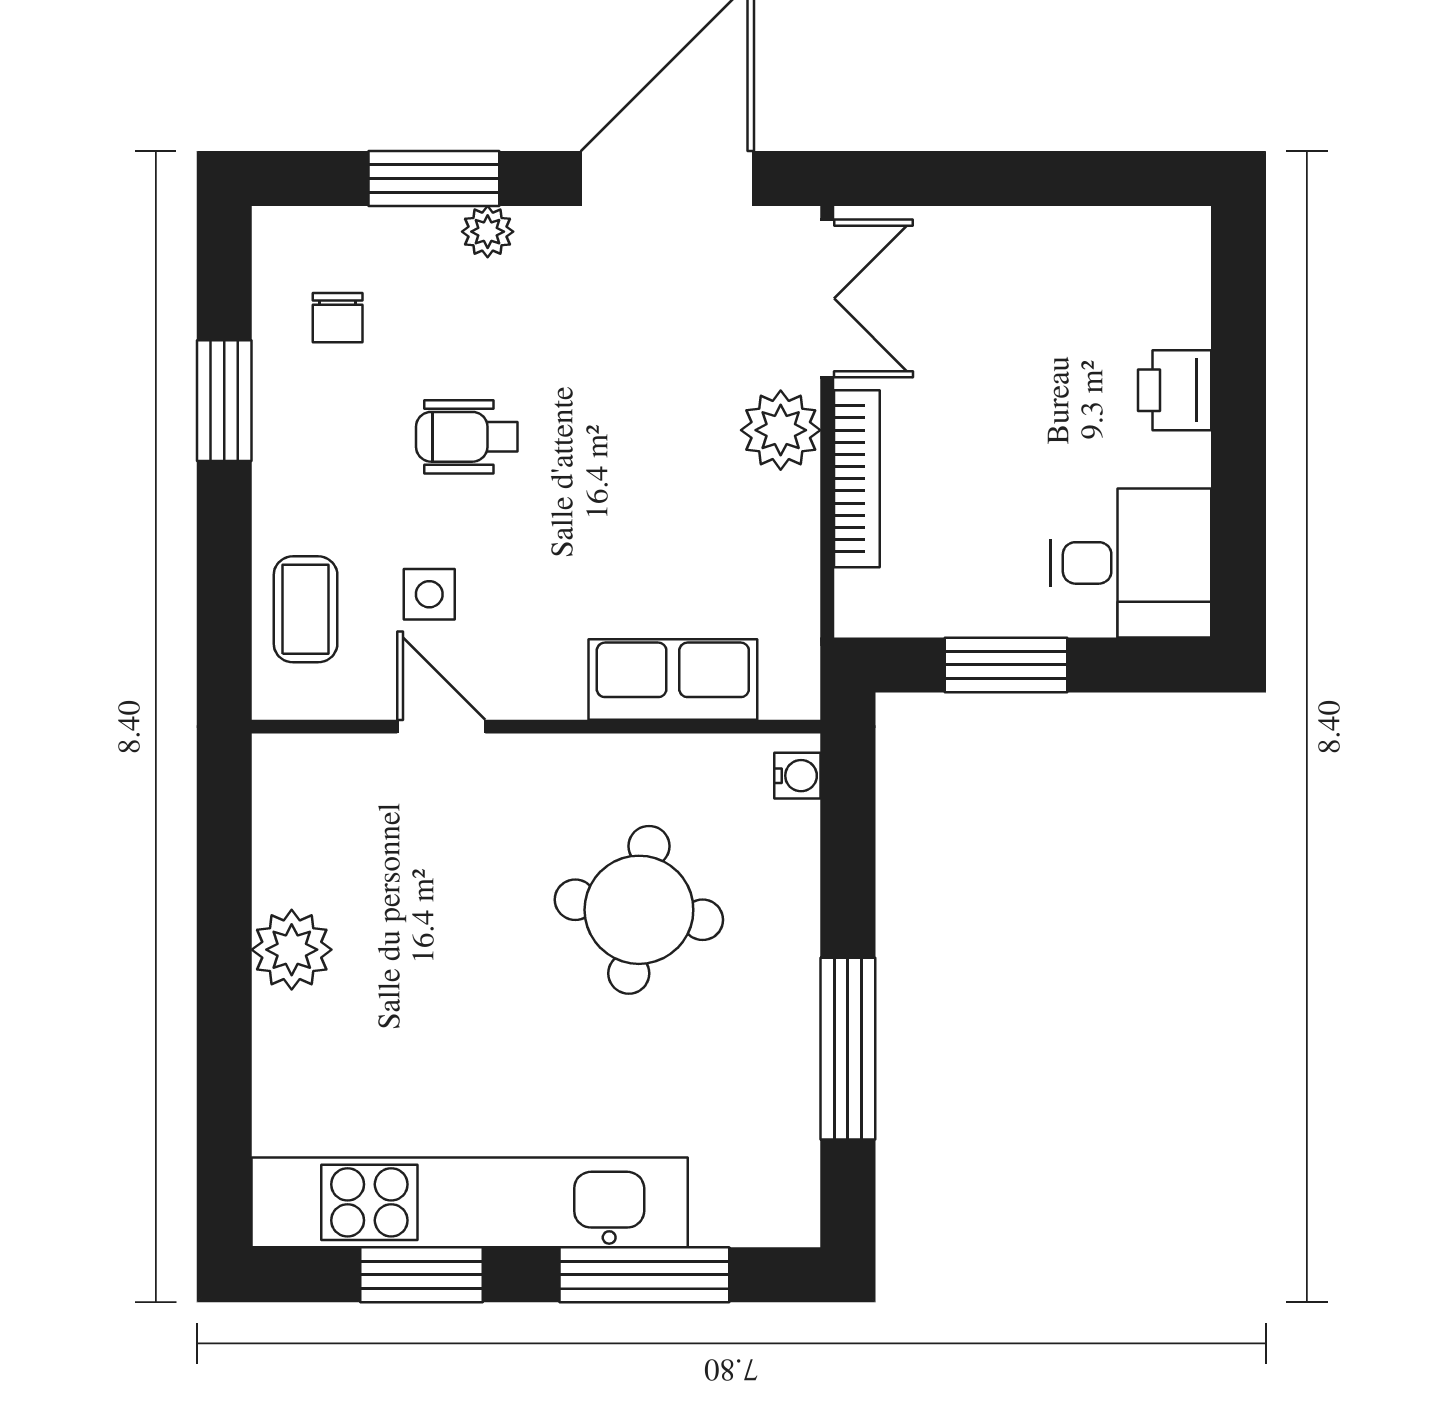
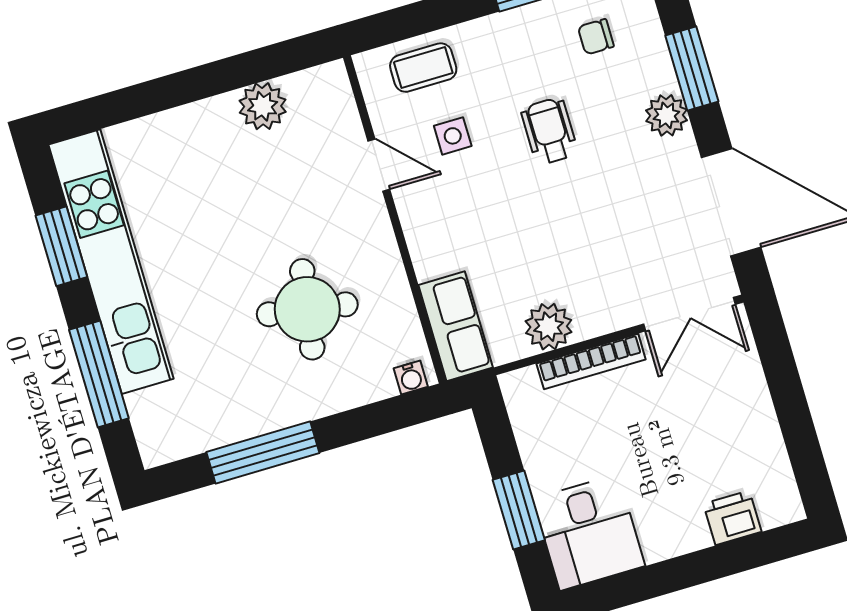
plant: (488, 232) -> (666, 115), width x1.38, depth x1.38
printer: (1175, 390) -> (732, 518), moved
plant: (781, 430) -> (549, 327), moved
window: (1006, 665) -> (519, 510), moved
row of seats: (673, 679) -> (456, 326), moved
door: (441, 727) -> (379, 165), hinge flipped
plant: (292, 950) -> (263, 106), moved

